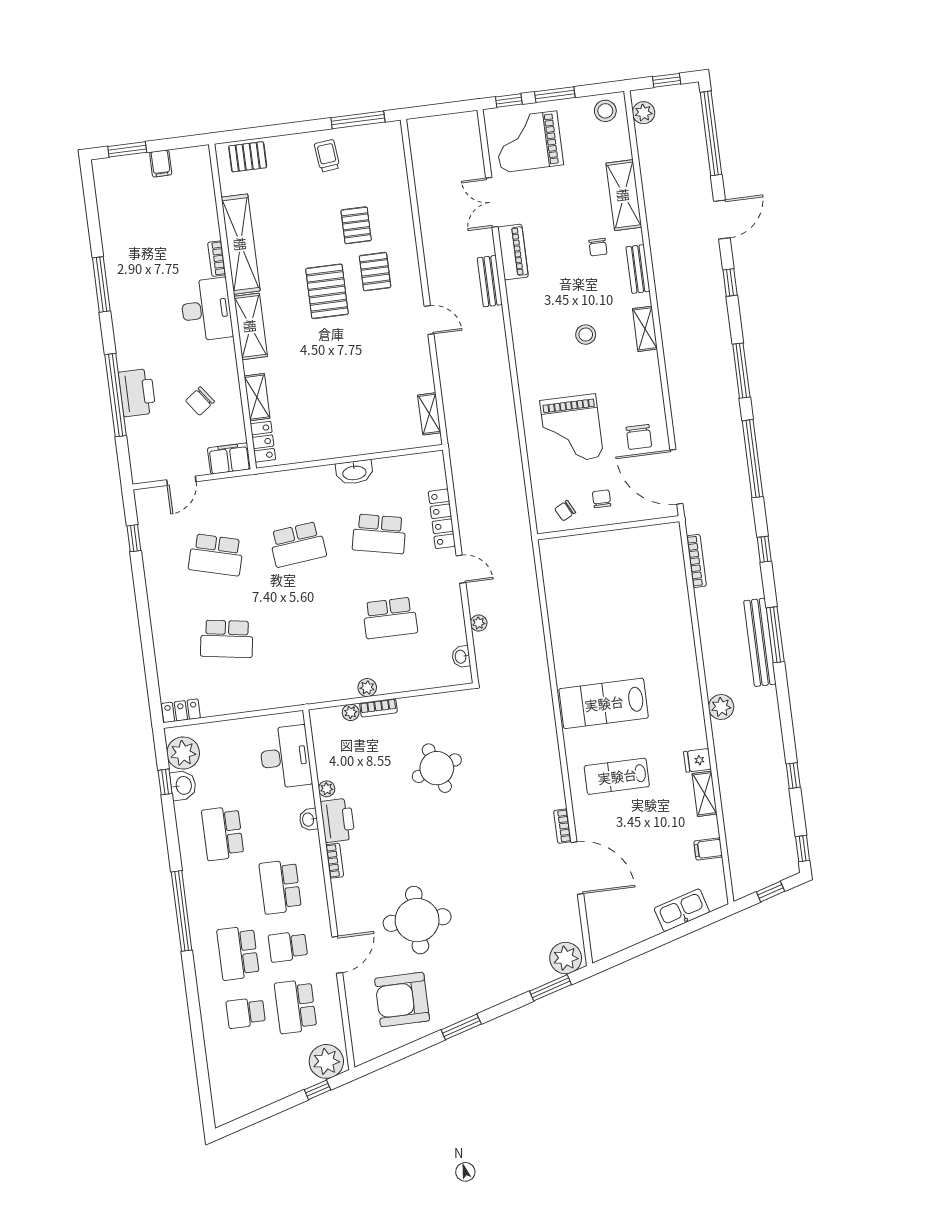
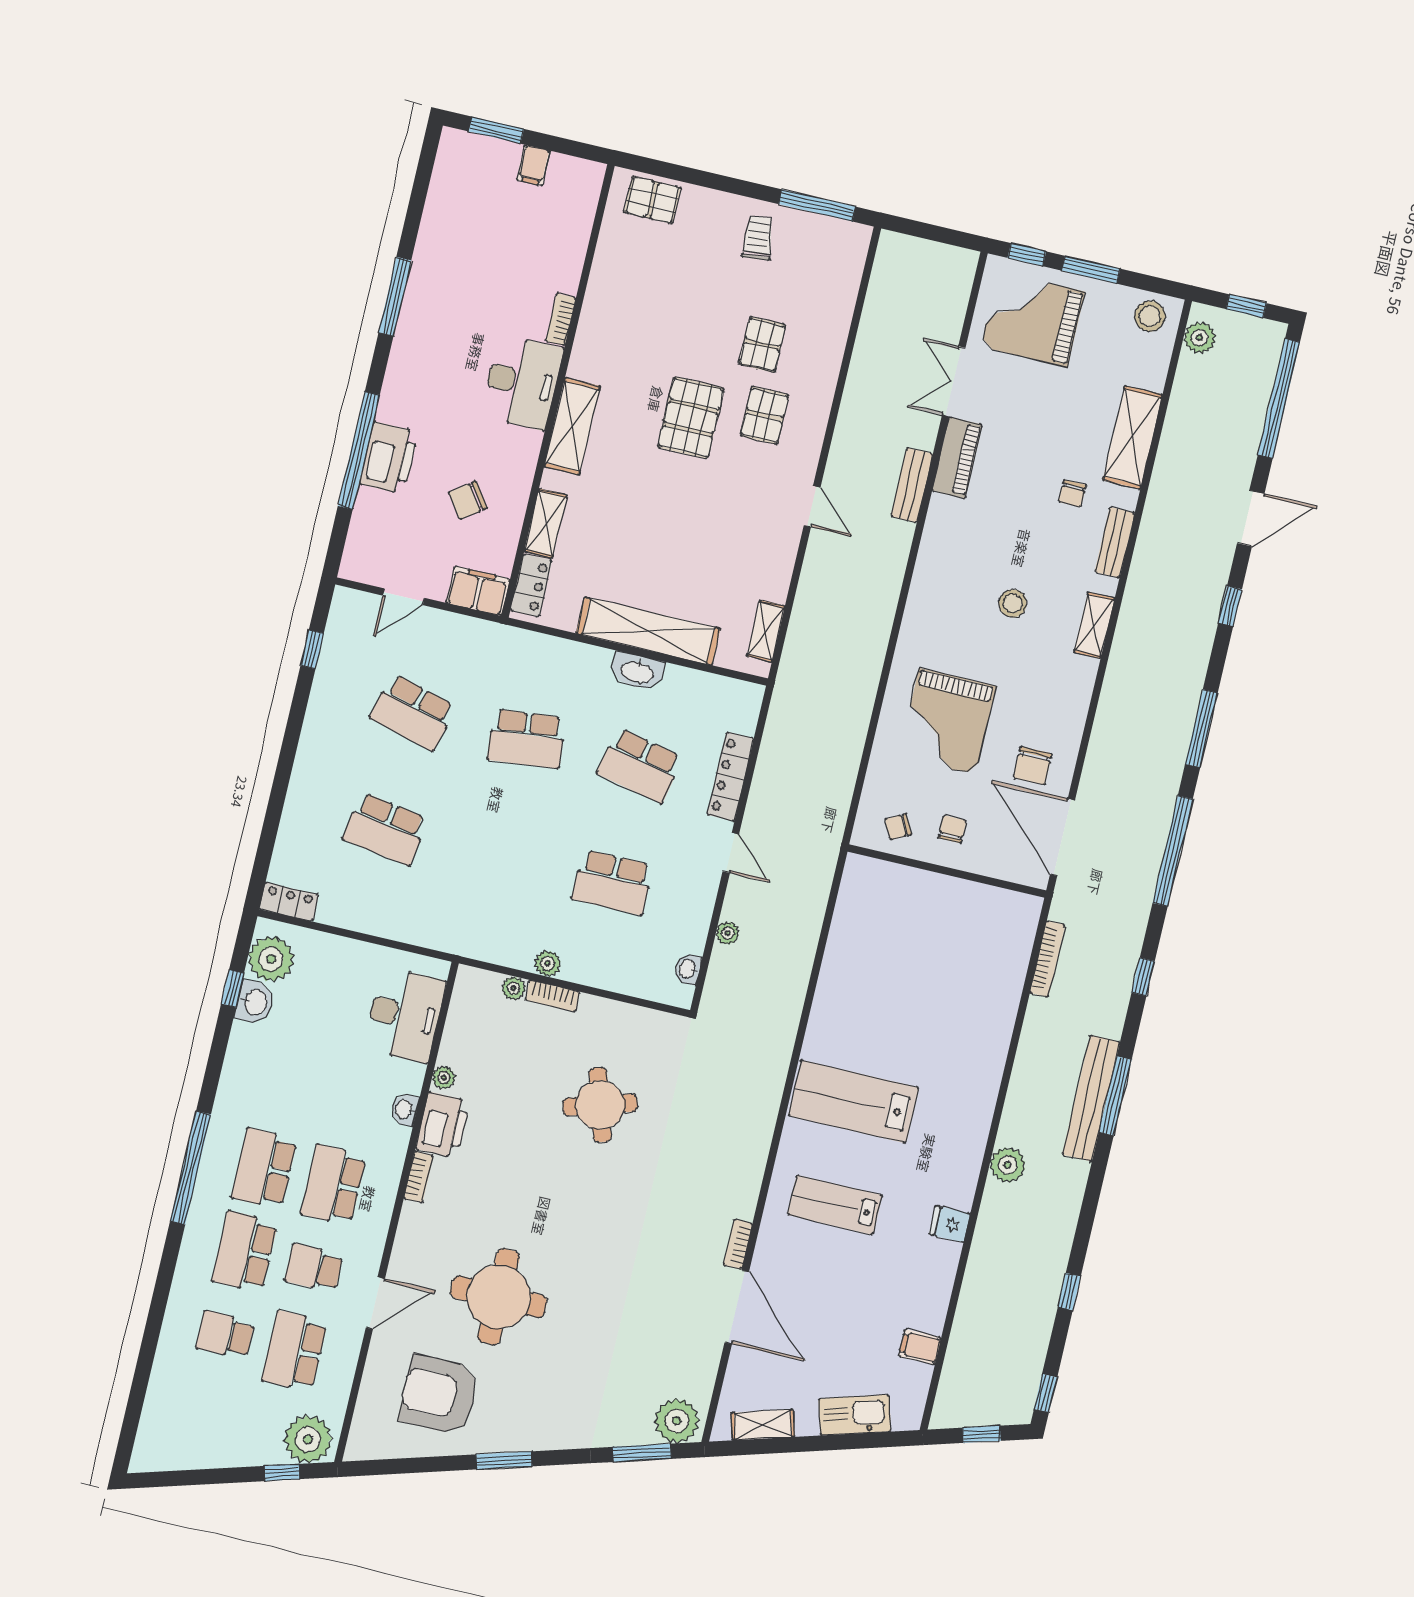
shelving: (241, 244) -> (648, 631), moved, turned 90
shelving: (705, 794) -> (763, 1425), moved, turned 74
school desk: (223, 833) -> (264, 1168), moved

